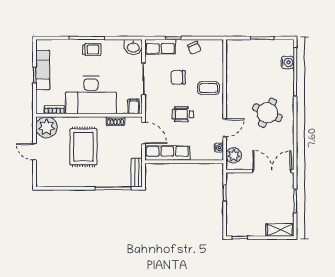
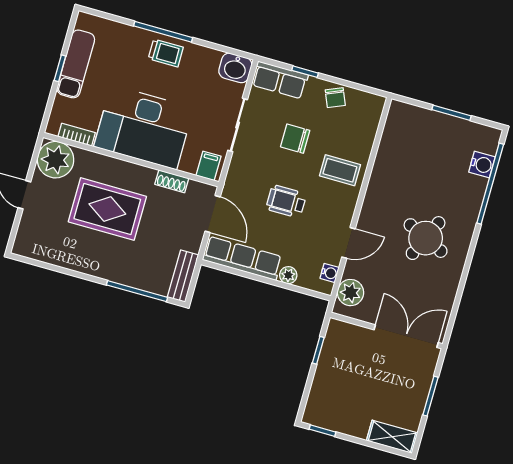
rug: (83, 147) -> (107, 209), turned 90
plant: (196, 155) -> (288, 275), added

